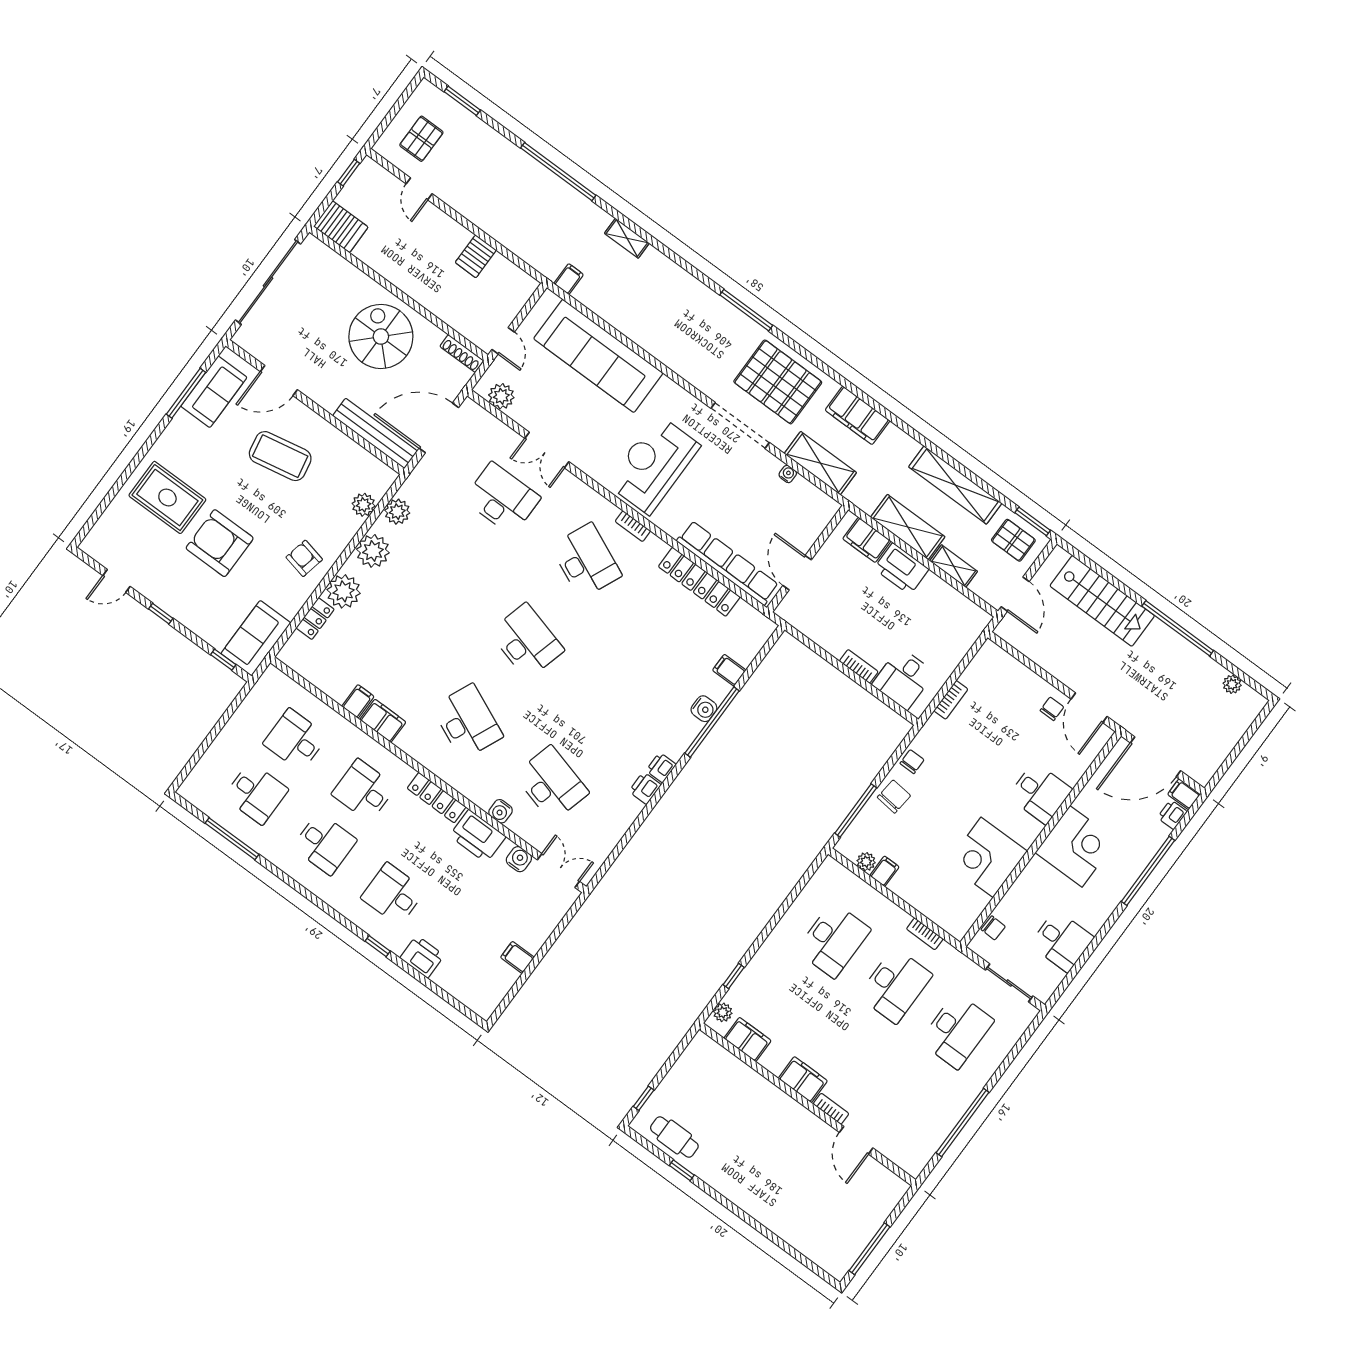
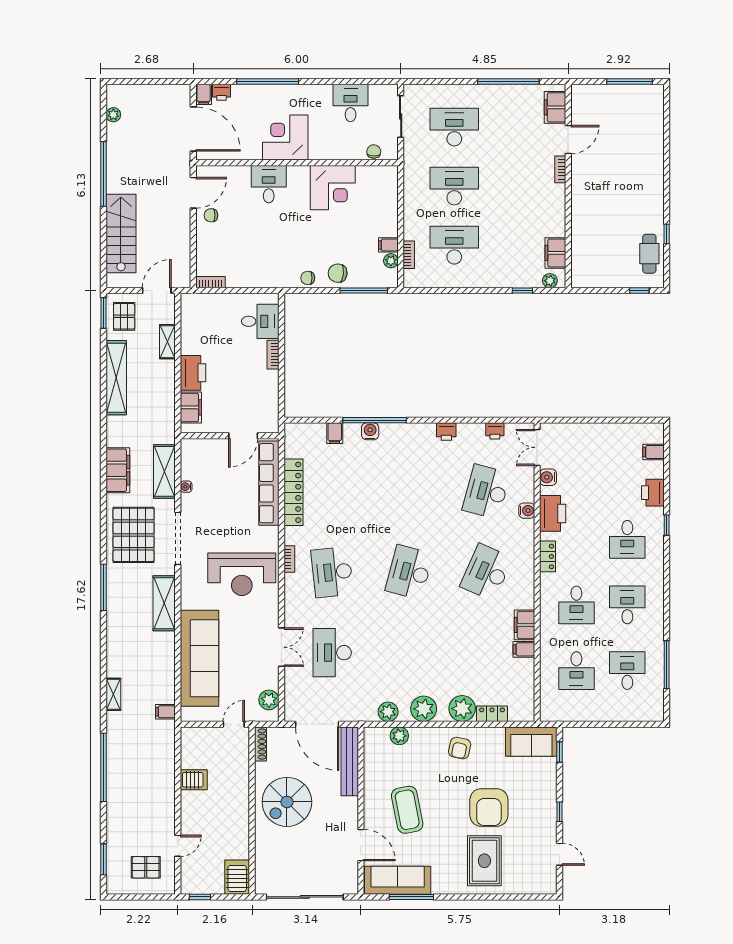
sofa: (214, 392) -> (398, 880), width x1.36
shelving: (908, 527) -> (164, 603), moved
desk: (586, 561) -> (332, 572), turned -30
bookcase: (951, 700) -> (211, 282), moved
printer: (661, 768) -> (495, 431), moved
locker: (437, 798) -> (548, 556), width x0.66
bookcase: (925, 934) -> (409, 255), moved
filing cabinet: (517, 957) -> (653, 452), moved, turned 90
filing cabinet: (803, 1080) -> (555, 107), moved

